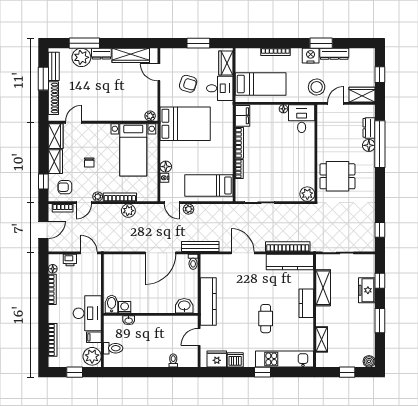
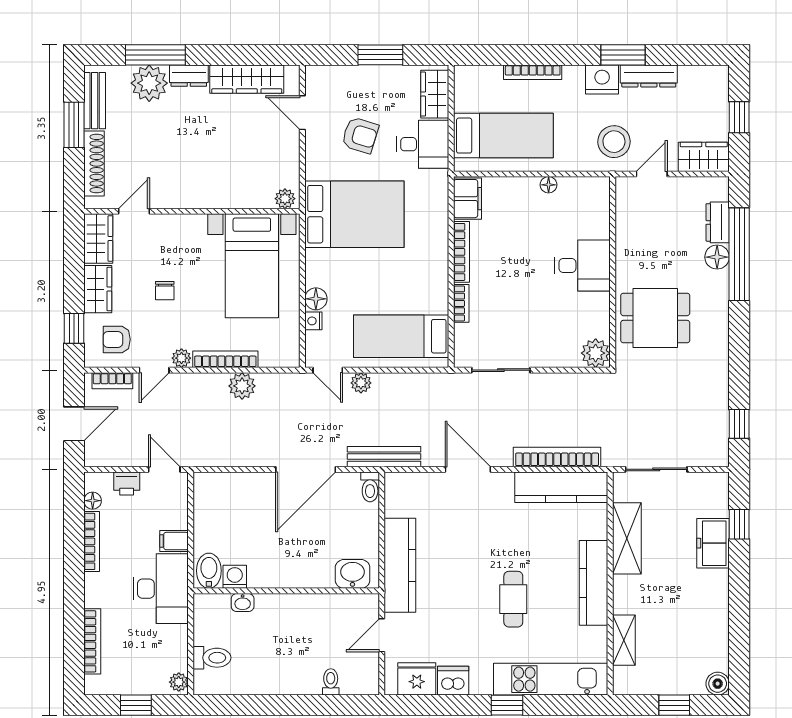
desk: (302, 119) -> (582, 265), moved, turned 90
kitchen counter: (306, 303) -> (593, 583), width x1.50
window: (380, 321) -> (739, 603), removed
filing cabinet: (94, 337) -> (174, 541), moved
plant: (92, 356) -> (179, 682), width x0.53, depth x0.53

